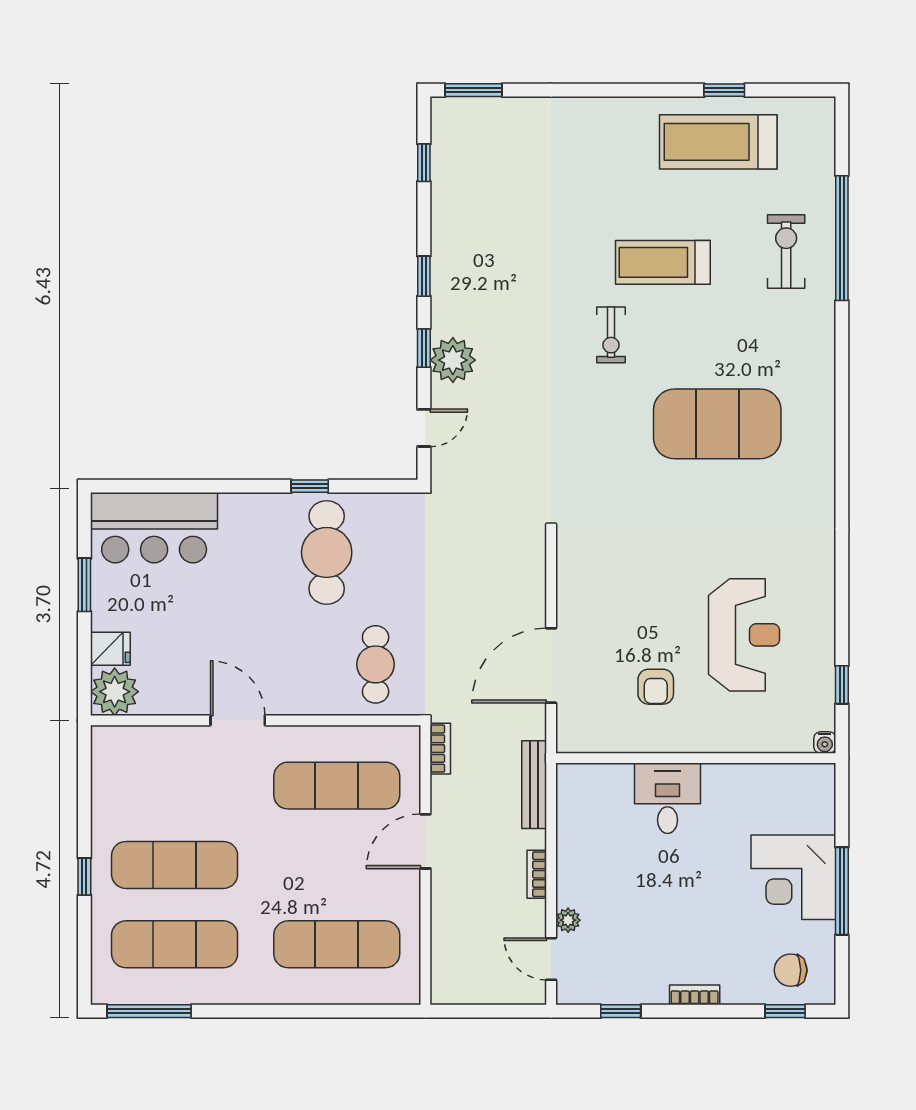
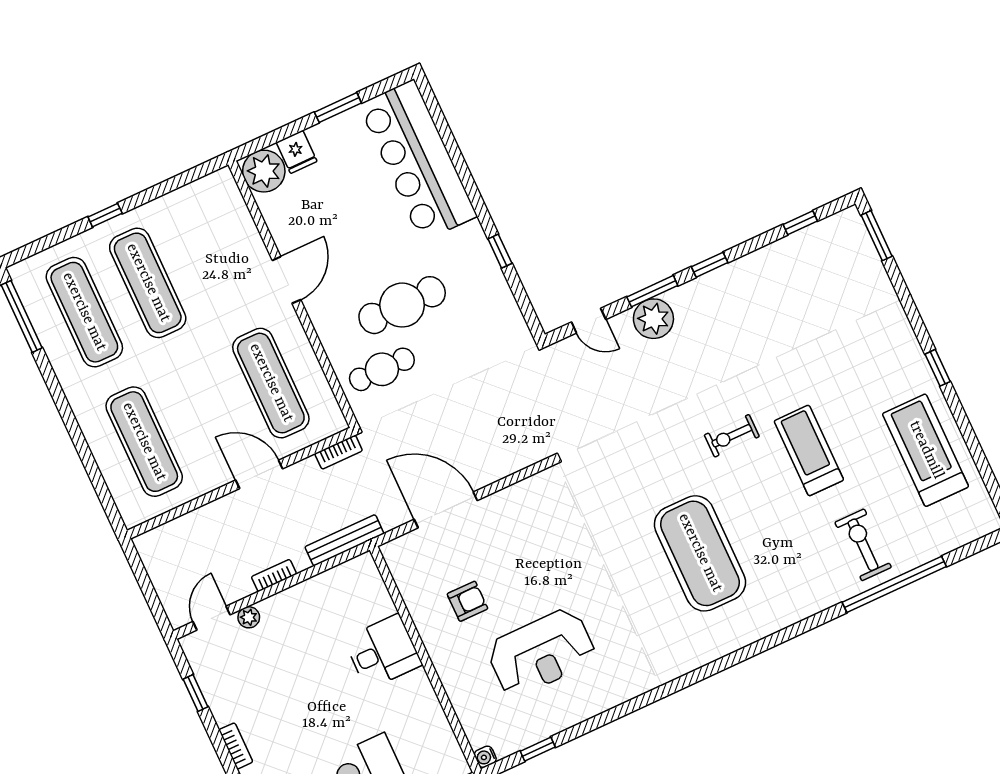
window: (724, 90) -> (938, 368), moved
exercise bike: (786, 251) -> (863, 545), turned -90
window: (424, 348) -> (652, 291), width x1.50
bar counter: (154, 528) -> (418, 160), width x1.36
cafe table: (327, 552) -> (402, 305), moved
armchair: (656, 687) -> (467, 601), turned 180

